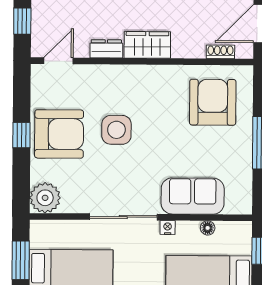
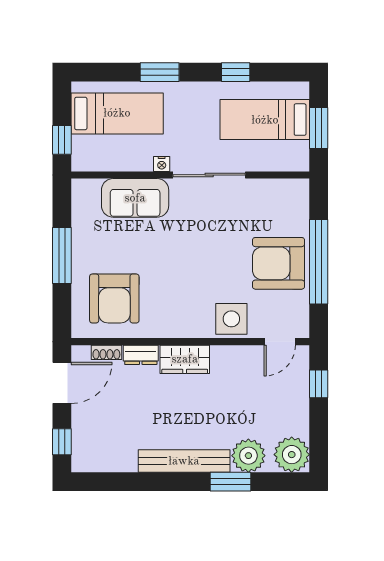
dresser: (106, 49) -> (141, 355), moved
side table: (116, 130) -> (231, 319), moved
window: (21, 135) -> (319, 262), width x3.17
plant: (45, 198) -> (293, 195), removed
floor lamp: (208, 228) -> (119, 164), removed

